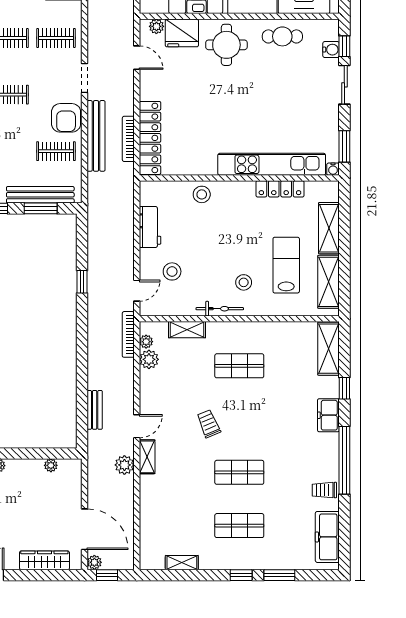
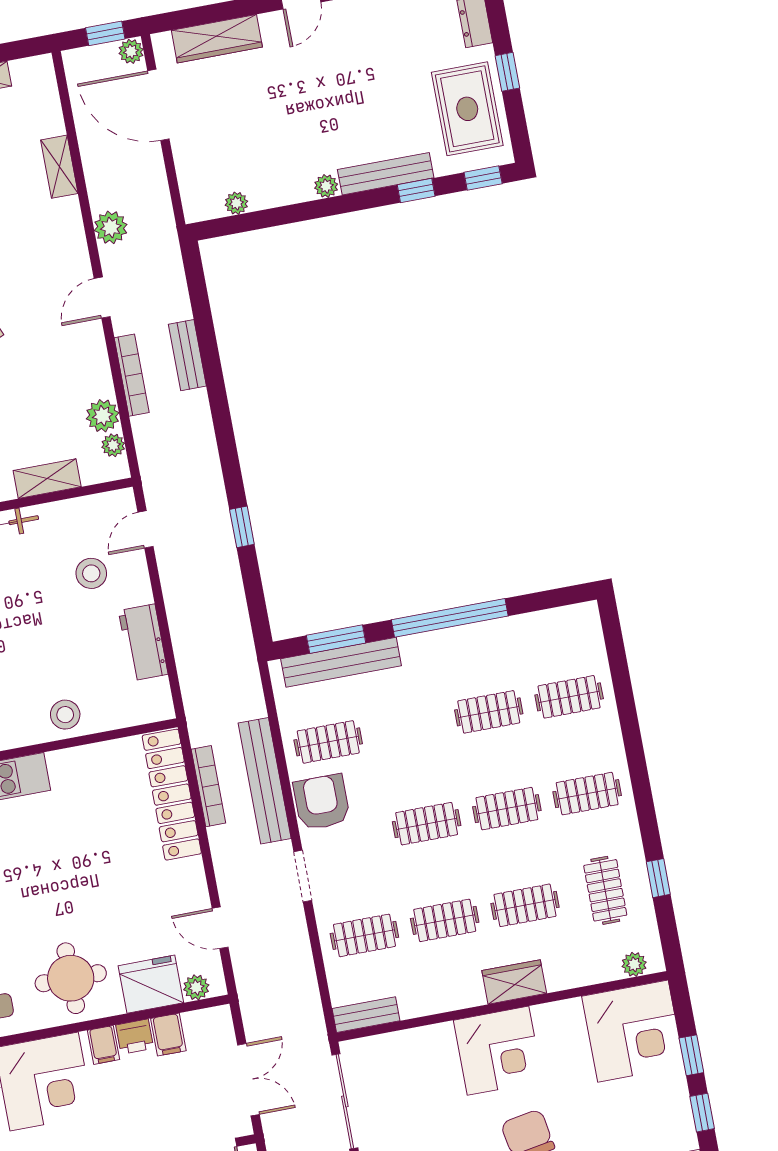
bookcase: (128, 334) -> (132, 375), moved
bench: (95, 410) -> (187, 355), moved
shelving: (147, 457) -> (59, 167), moved

